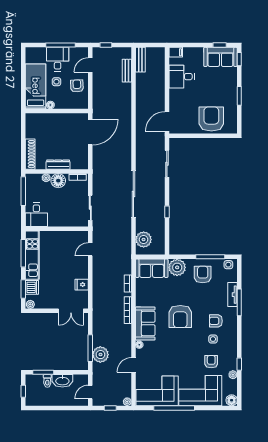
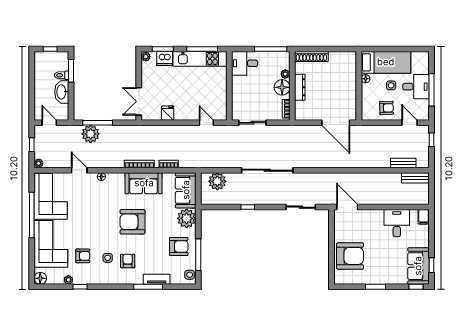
sofa: (145, 324) -> (144, 183), moved

